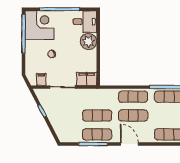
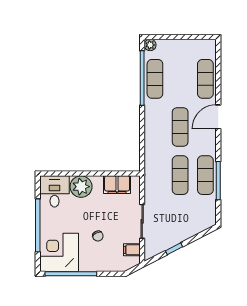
filing cabinet: (87, 79) -> (117, 185), moved, turned -90
exercise mat: (133, 97) -> (155, 127), removed
door: (129, 144) -> (218, 117), moved

